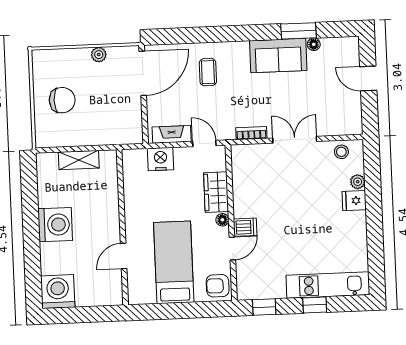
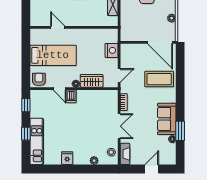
coffee table: (208, 72) -> (159, 79), width x1.86, depth x1.72
fireplace: (172, 134) -> (125, 154), moved
fridge: (354, 201) -> (67, 158), moved

